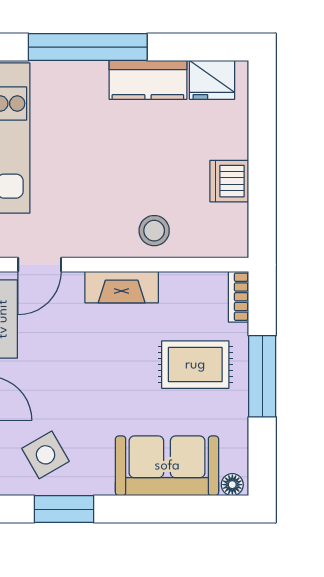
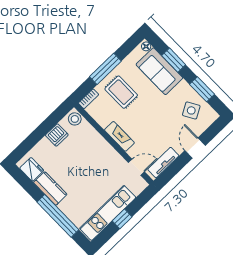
stool: (154, 231) -> (75, 119), moved
window: (162, 509) -> (174, 60), added

